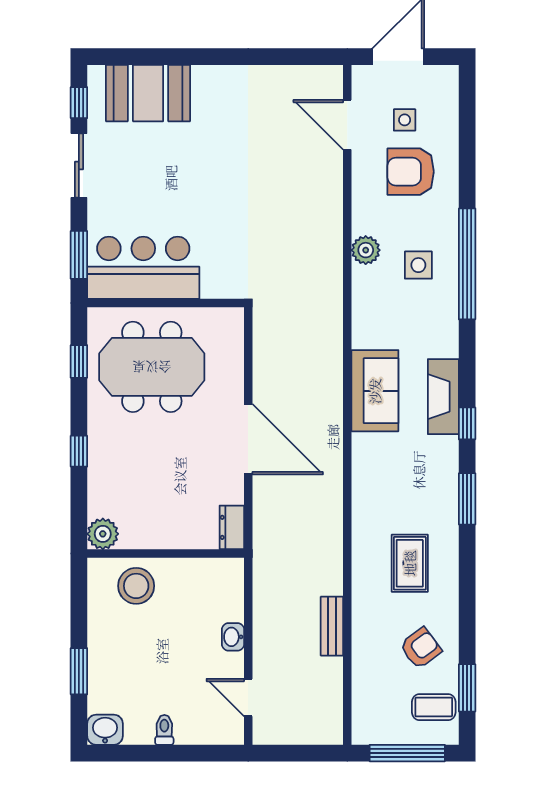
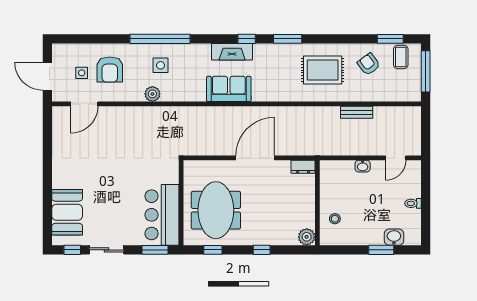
rug: (410, 563) -> (323, 70), width x1.36, depth x1.43
stool: (136, 586) -> (335, 219), width x0.53, depth x0.53
washbasin: (105, 730) -> (394, 237), moved, turned 90

